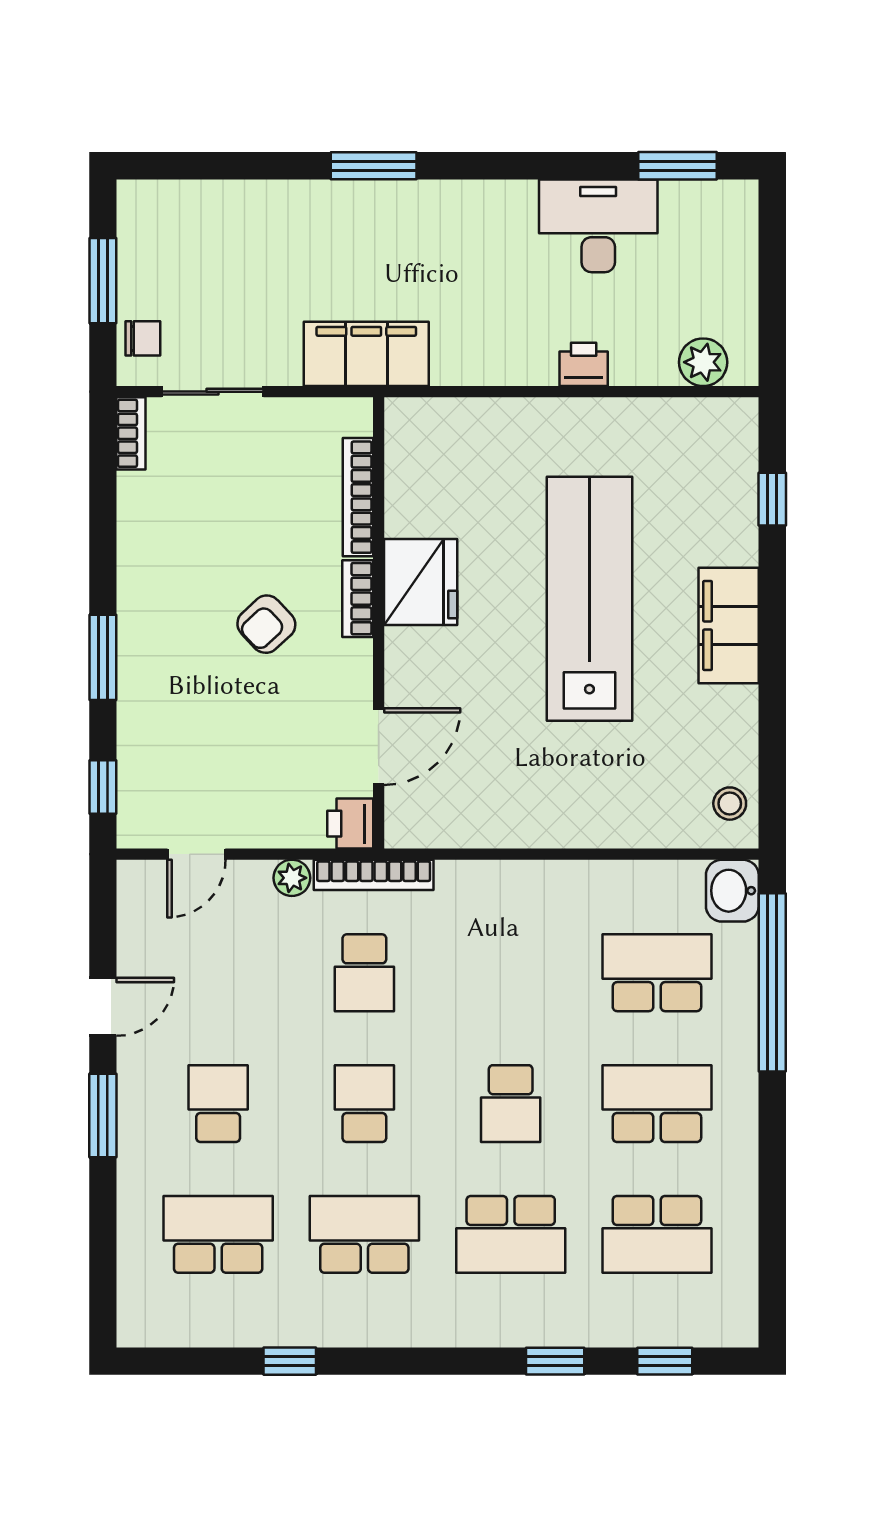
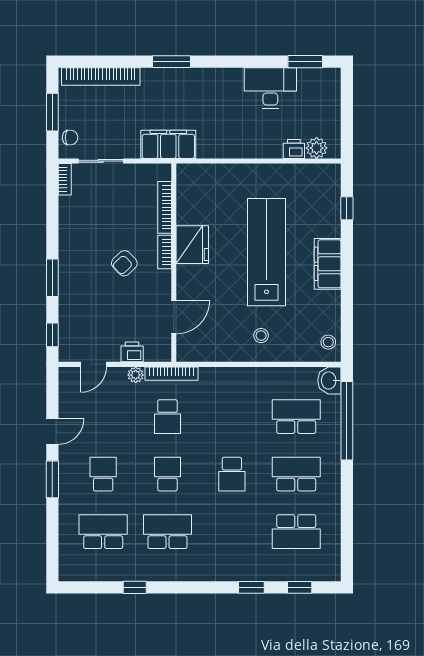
bookcase: (213, 200) -> (101, 76), added
printer: (584, 364) -> (294, 149), moved
stool: (577, 789) -> (261, 336), added
printer: (350, 824) -> (132, 352), moved, turned 90
school desk: (511, 1234) -> (232, 532), removed

